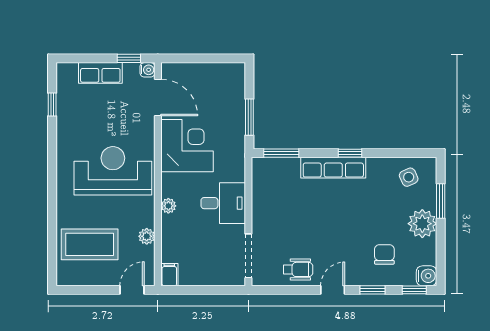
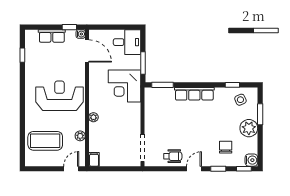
corner desk: (187, 146) -> (125, 86), moved, turned 180
window: (350, 153) -> (232, 85), moved
desk: (223, 203) -> (127, 42), moved

